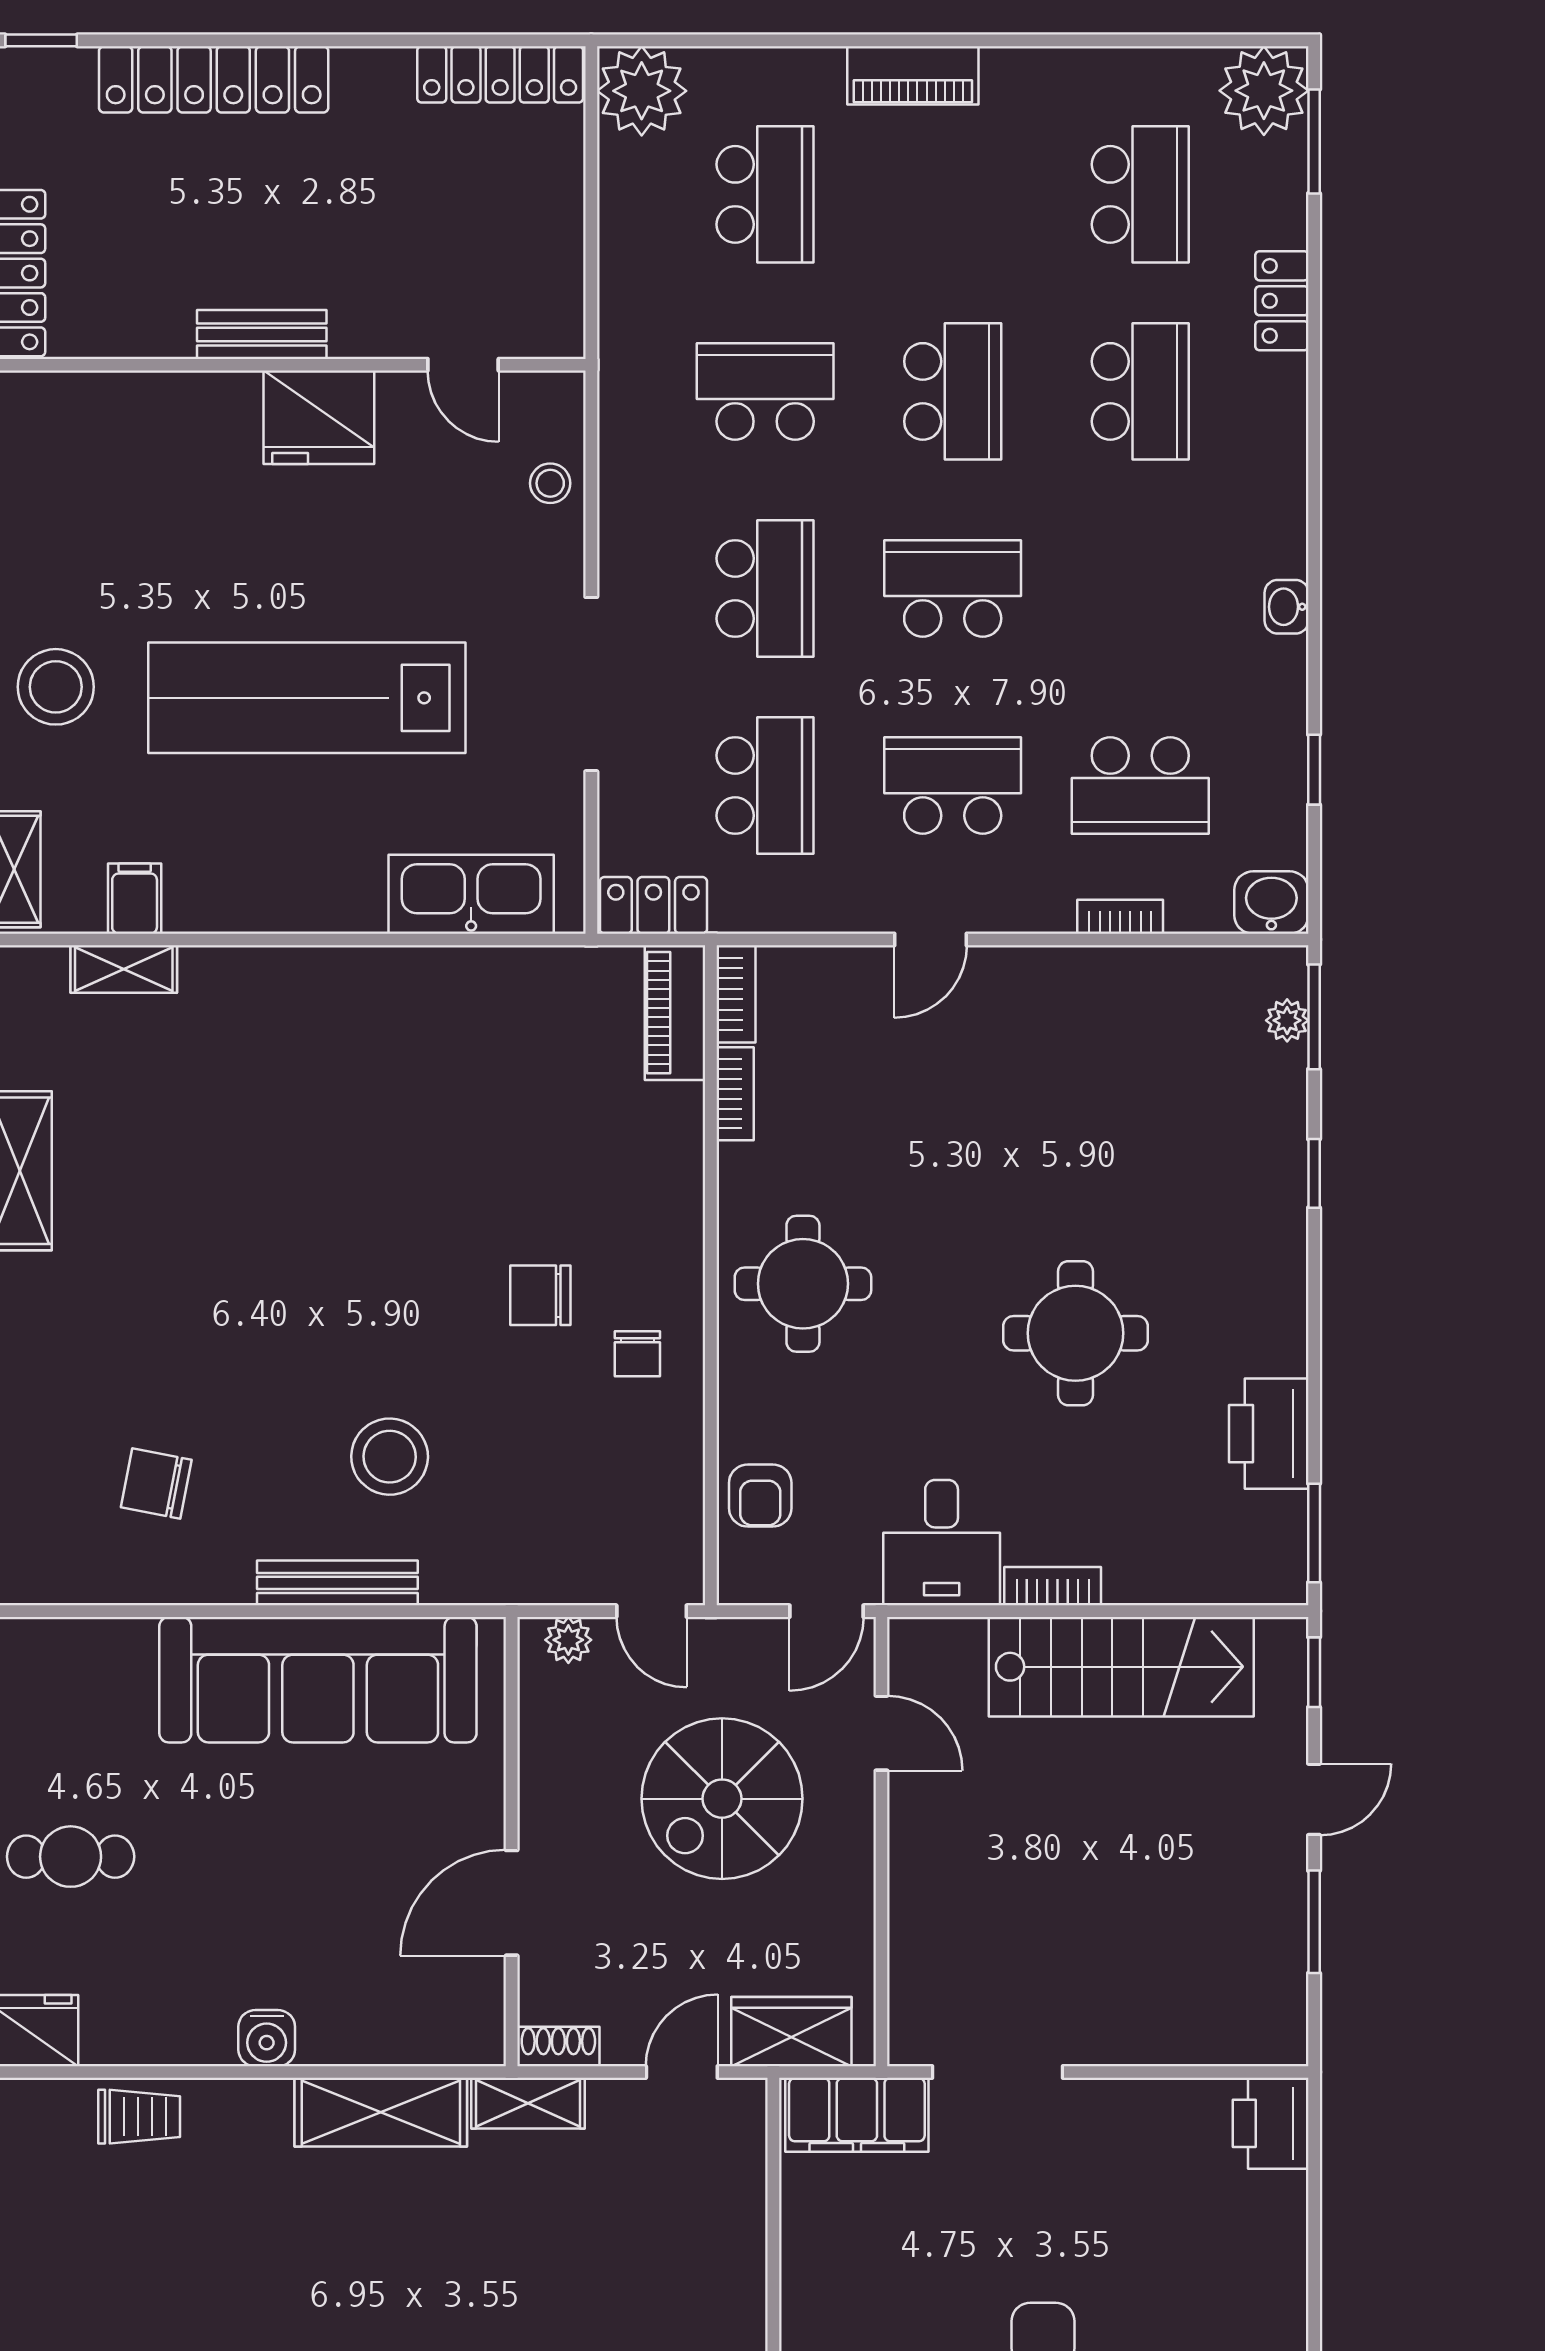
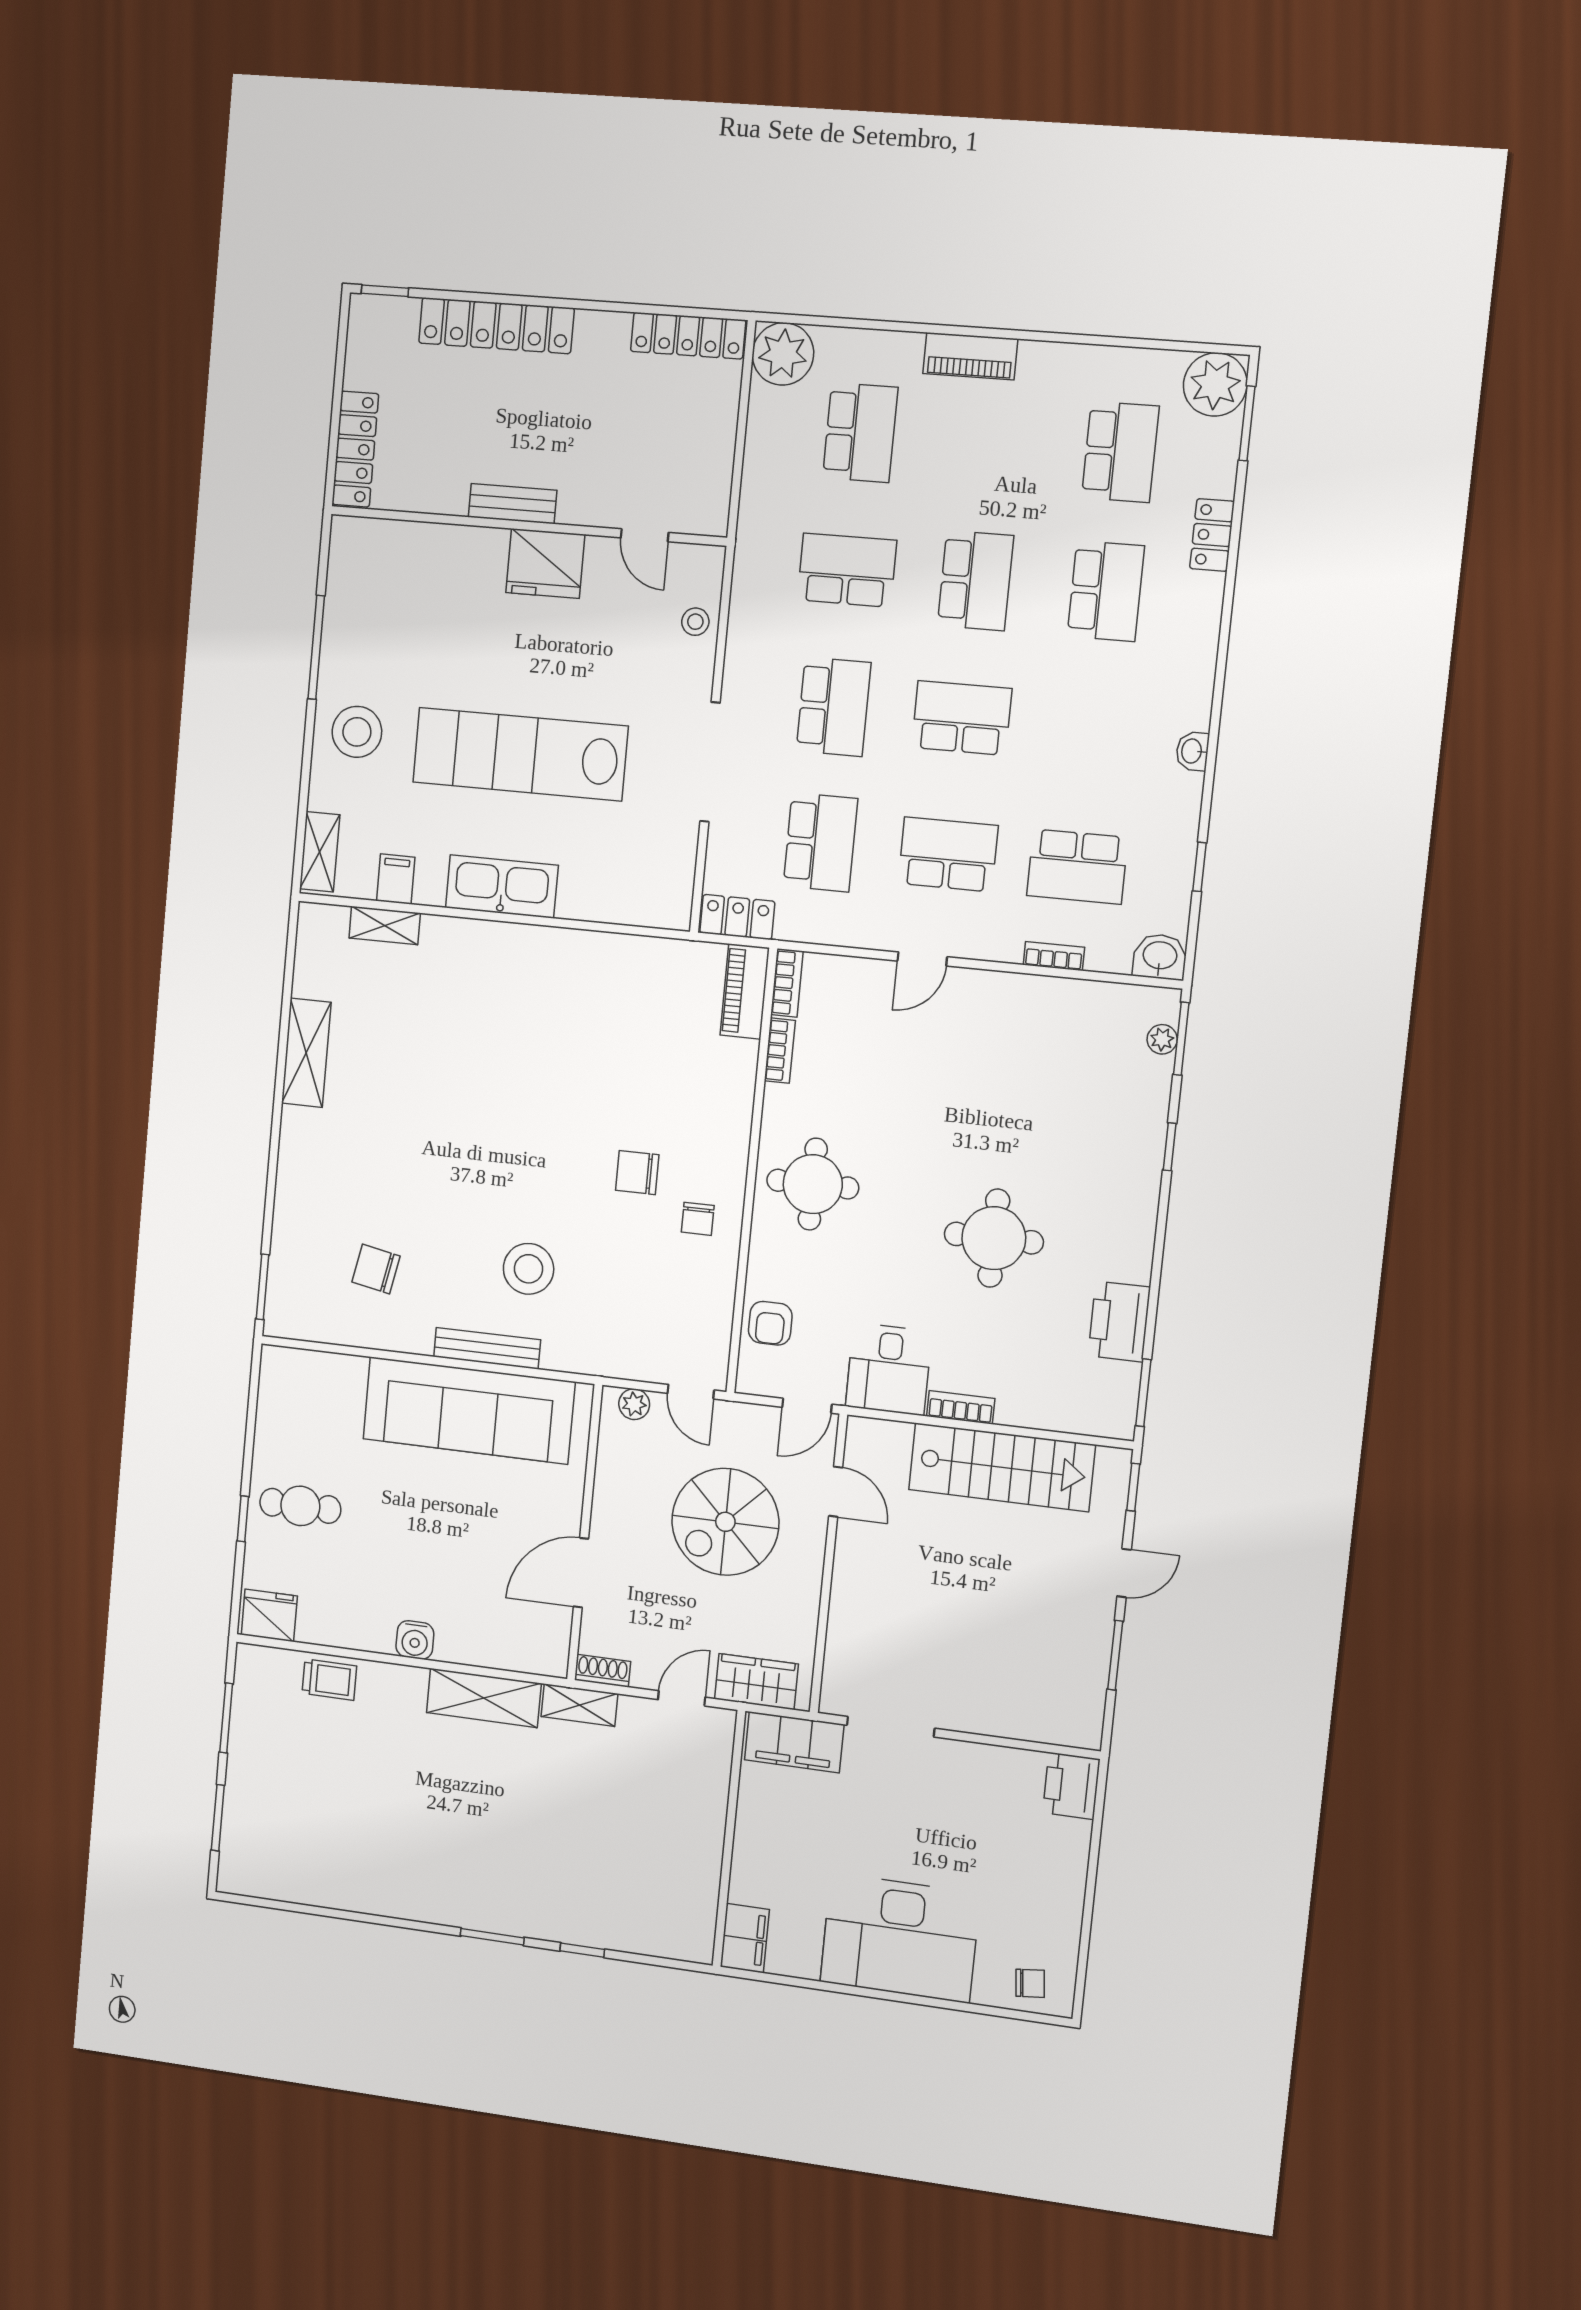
kitchen sink: (471, 894) -> (502, 886), moved

